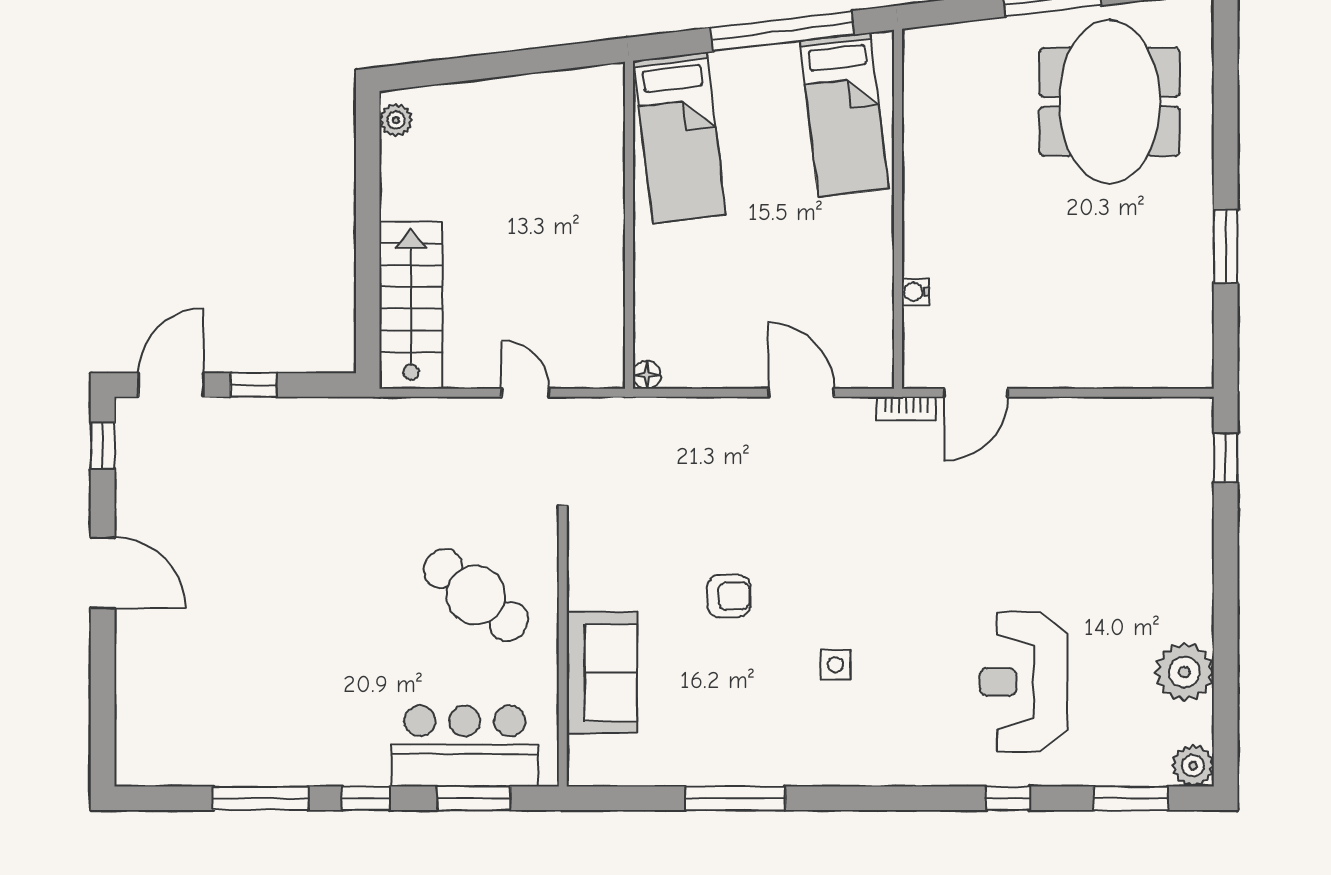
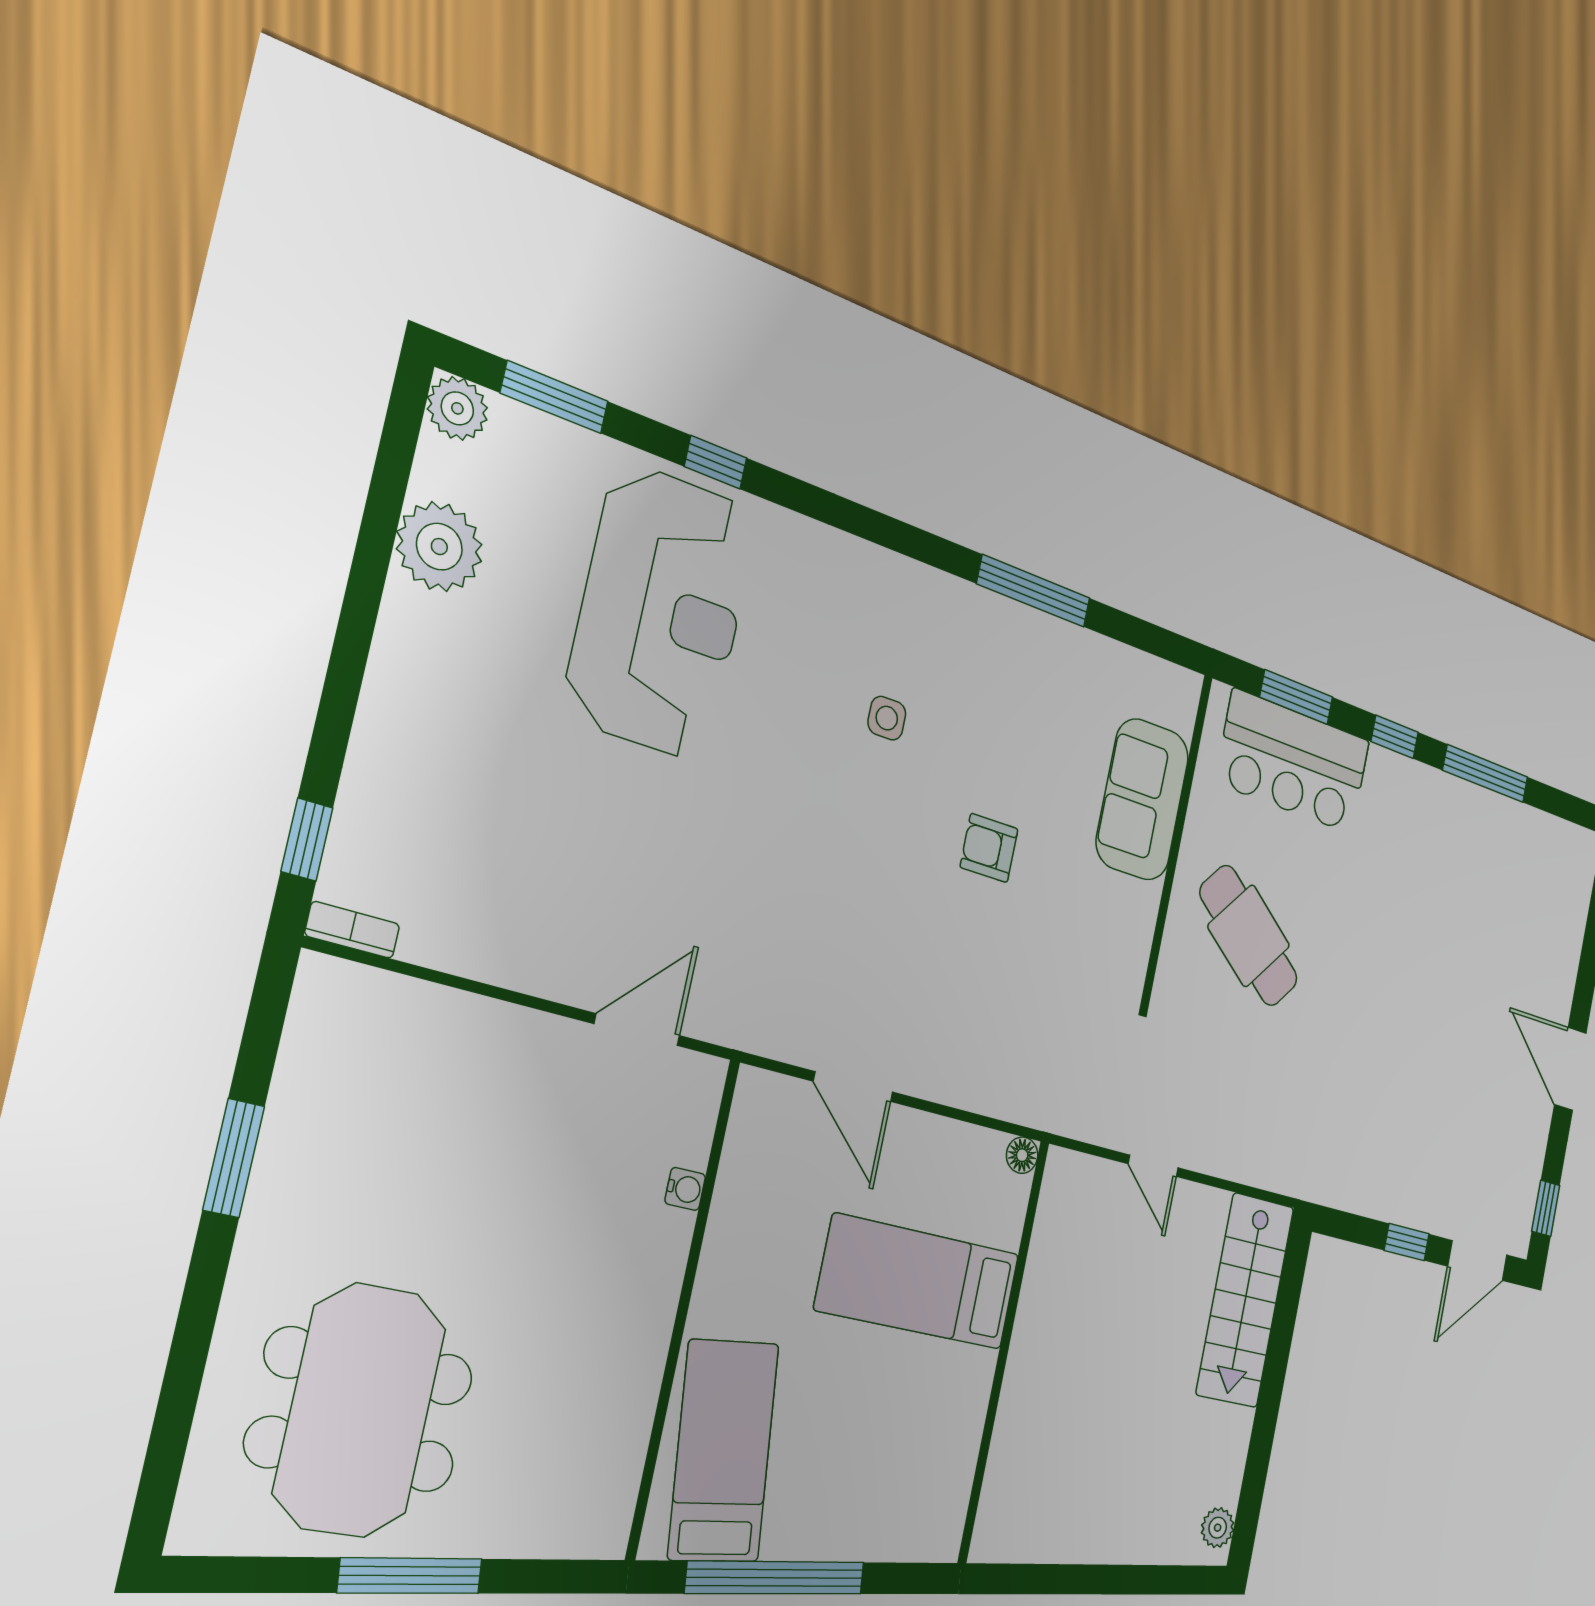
bed: (680, 138) -> (918, 1282), moved, turned -83
bookcase: (906, 409) -> (352, 930), moved
reception desk: (1024, 682) -> (661, 612), width x1.36, depth x1.30

